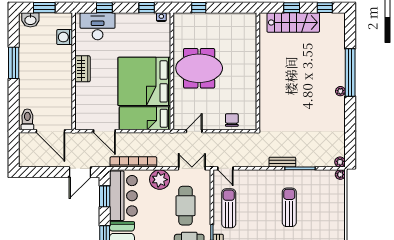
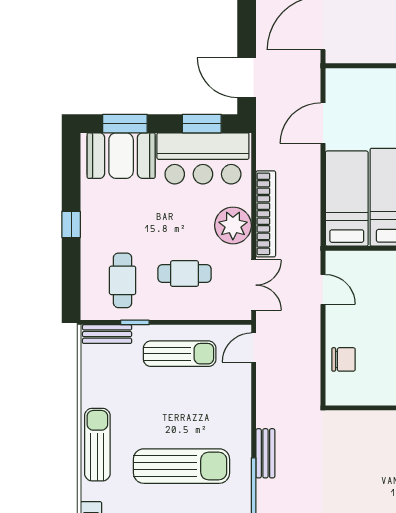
bookcase: (133, 162) -> (266, 214), moved
cafe table: (186, 206) -> (185, 274), width x0.73, depth x0.74
sun lounger: (289, 207) -> (181, 466), width x1.36, depth x1.34

